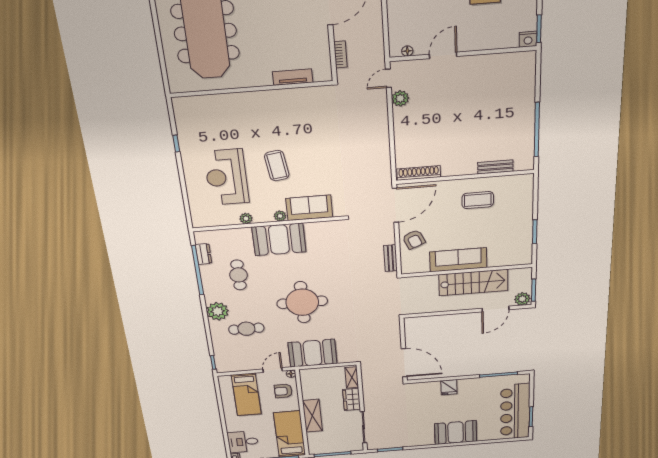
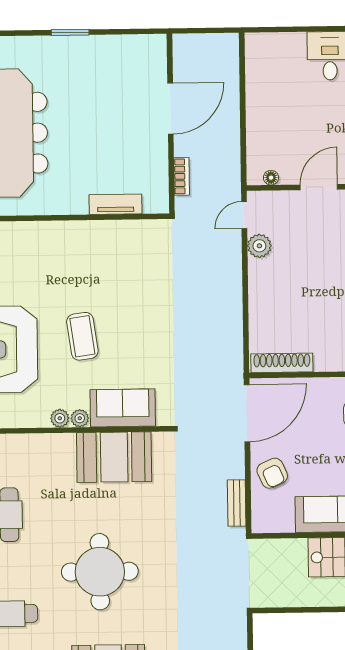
plant: (246, 219) -> (60, 418), moved
booth: (279, 239) -> (114, 457), moved

